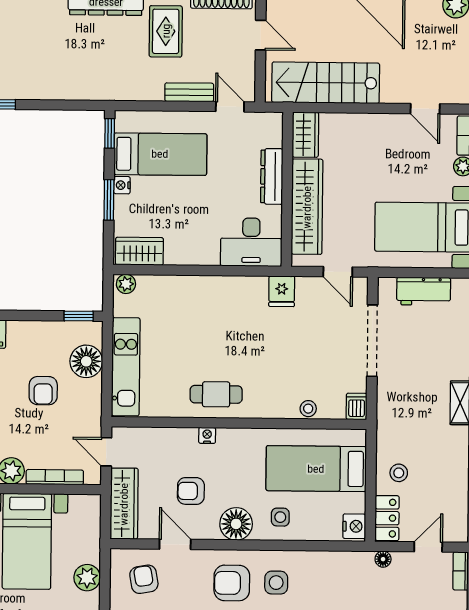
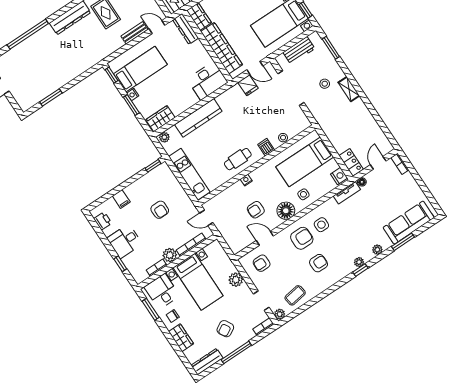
dresser: (272, 176) -> (186, 29), moved
kitchen counter: (199, 290) -> (198, 118), added
fridge: (282, 291) -> (248, 85), moved
floor lamp: (86, 361) -> (170, 184), removed
dishwasher: (357, 406) -> (266, 147), moved
stool: (399, 473) -> (325, 84), moved
wardrobe: (124, 504) -> (230, 235), removed
tv unit: (349, 560) -> (347, 193), added
armchair: (144, 579) -> (262, 263), turned -80
armchair: (232, 583) -> (302, 238), turned 180

